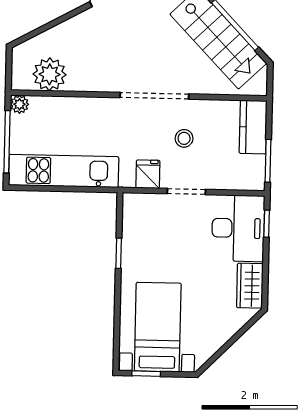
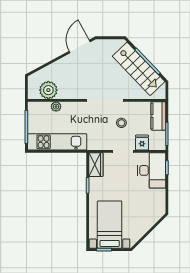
plant: (19, 104) -> (56, 107), moved
fridge: (148, 174) -> (142, 143), moved
wardrobe: (250, 286) -> (96, 165), moved, turned 180

